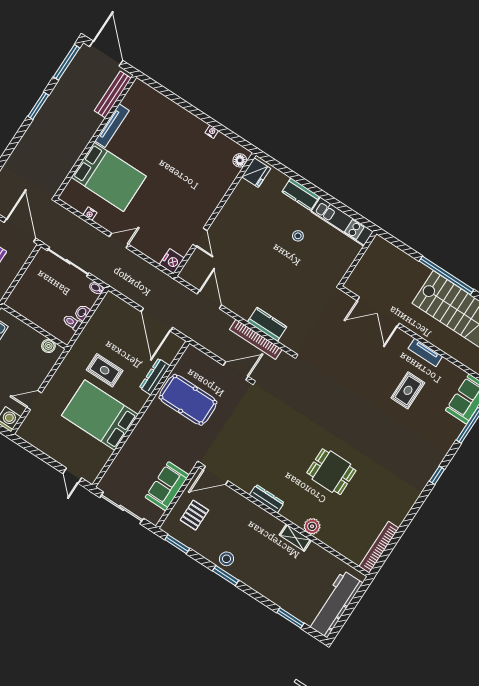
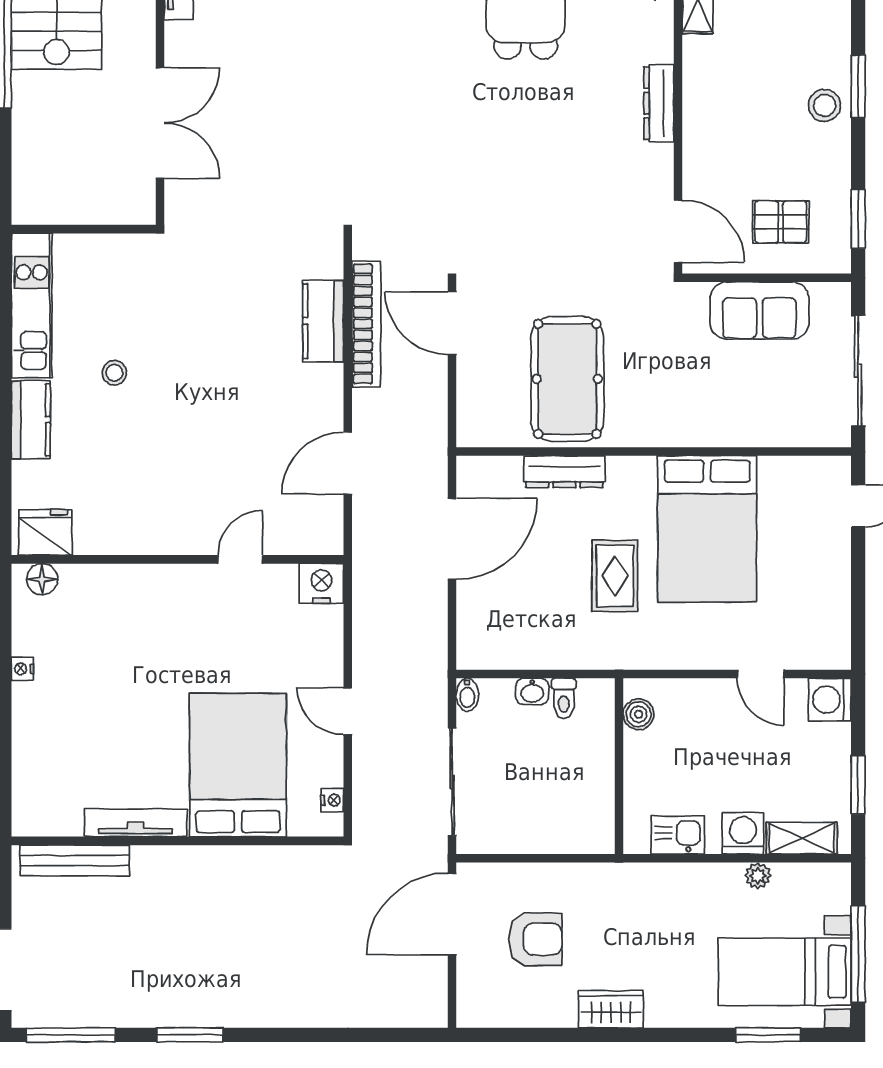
bench: (113, 94) -> (75, 860), moved
tv unit: (112, 126) -> (136, 823), moved
wall: (95, 137) -> (177, 841), moved
bed: (109, 177) -> (238, 765), moved

